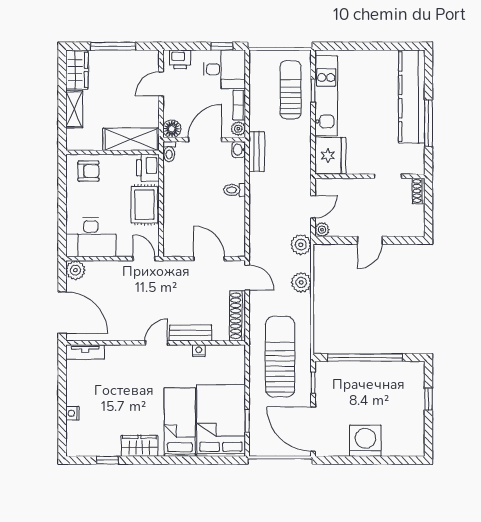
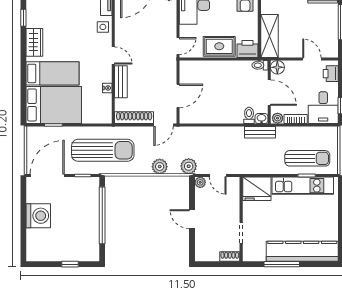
toilet: (235, 190) -> (249, 115), moved
side table: (119, 357) -> (103, 27), added

